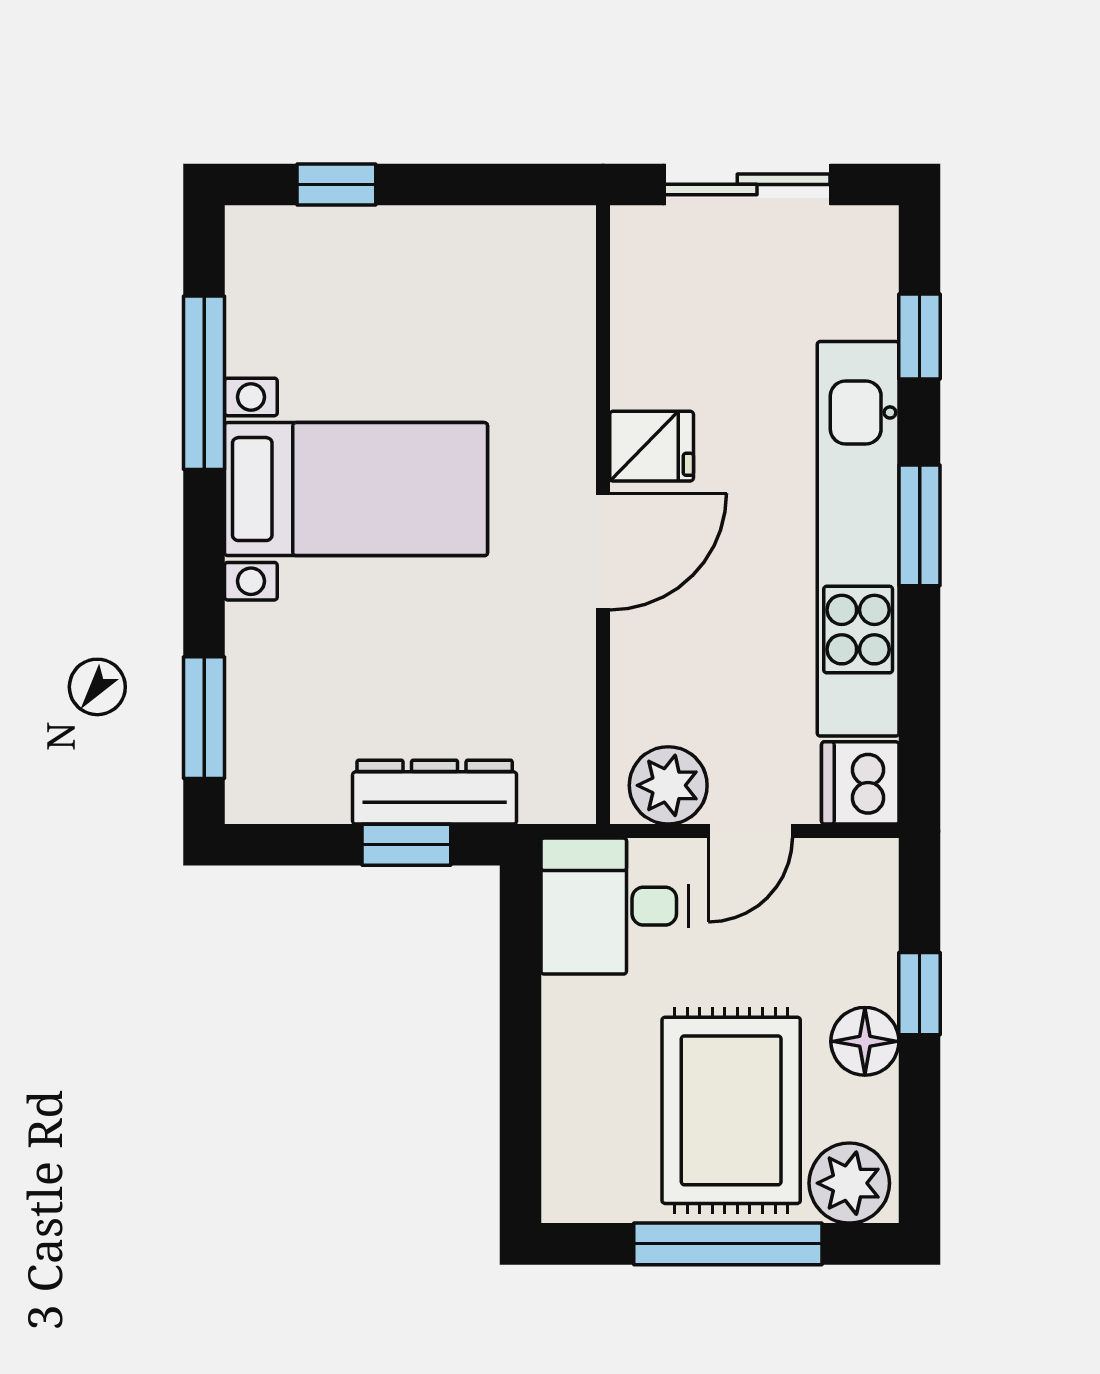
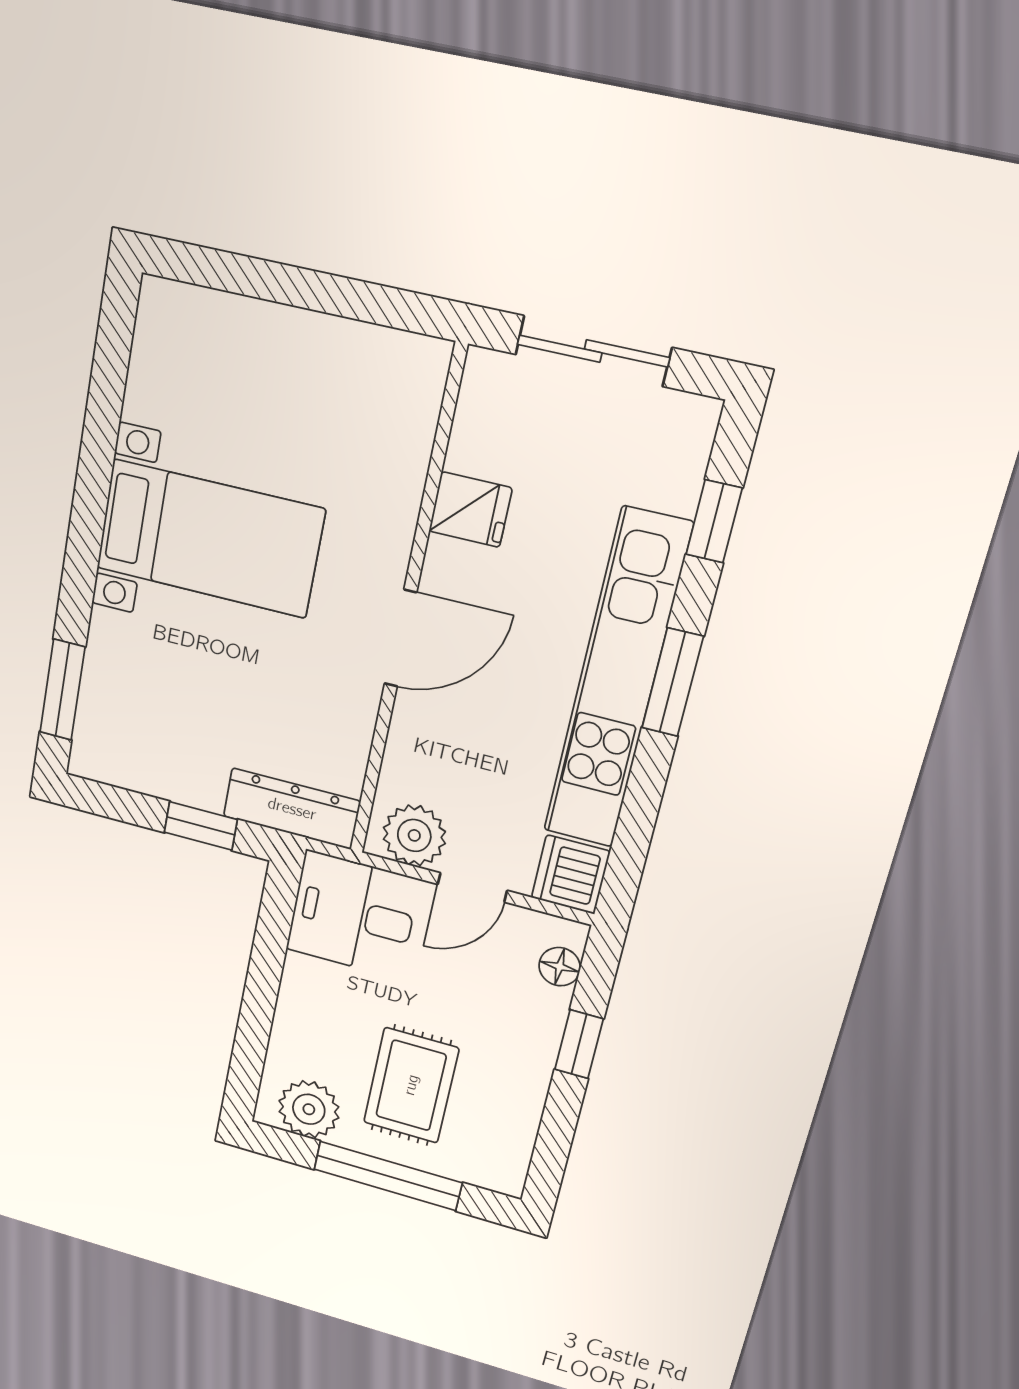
window: (336, 184) -> (237, 274), removed
window: (204, 383) -> (102, 422), removed
fridge: (652, 446) -> (470, 510), moved
dresser: (435, 792) -> (292, 809), moved
floor lamp: (865, 1041) -> (560, 967), moved, width x0.73, depth x0.73
rug: (731, 1110) -> (411, 1085), width x0.73, depth x0.70
plant: (849, 1183) -> (309, 1109), moved

